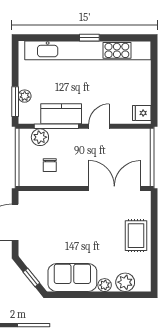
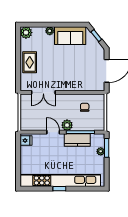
door: (99, 126) -> (53, 132), swing flipped
plant: (40, 137) -> (67, 125), moved
double door: (114, 189) -> (43, 92), width x0.73
plant: (125, 282) -> (26, 33), moved

